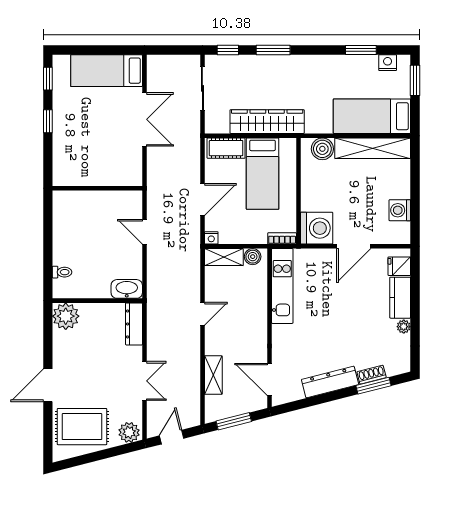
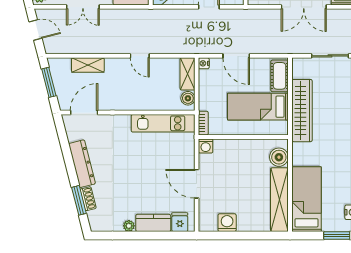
washing machine: (317, 228) -> (206, 146), width x0.53, depth x0.53

